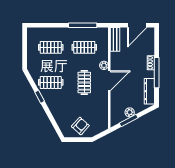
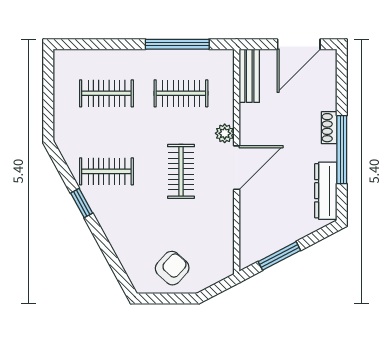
plant: (130, 112) -> (282, 238), removed

